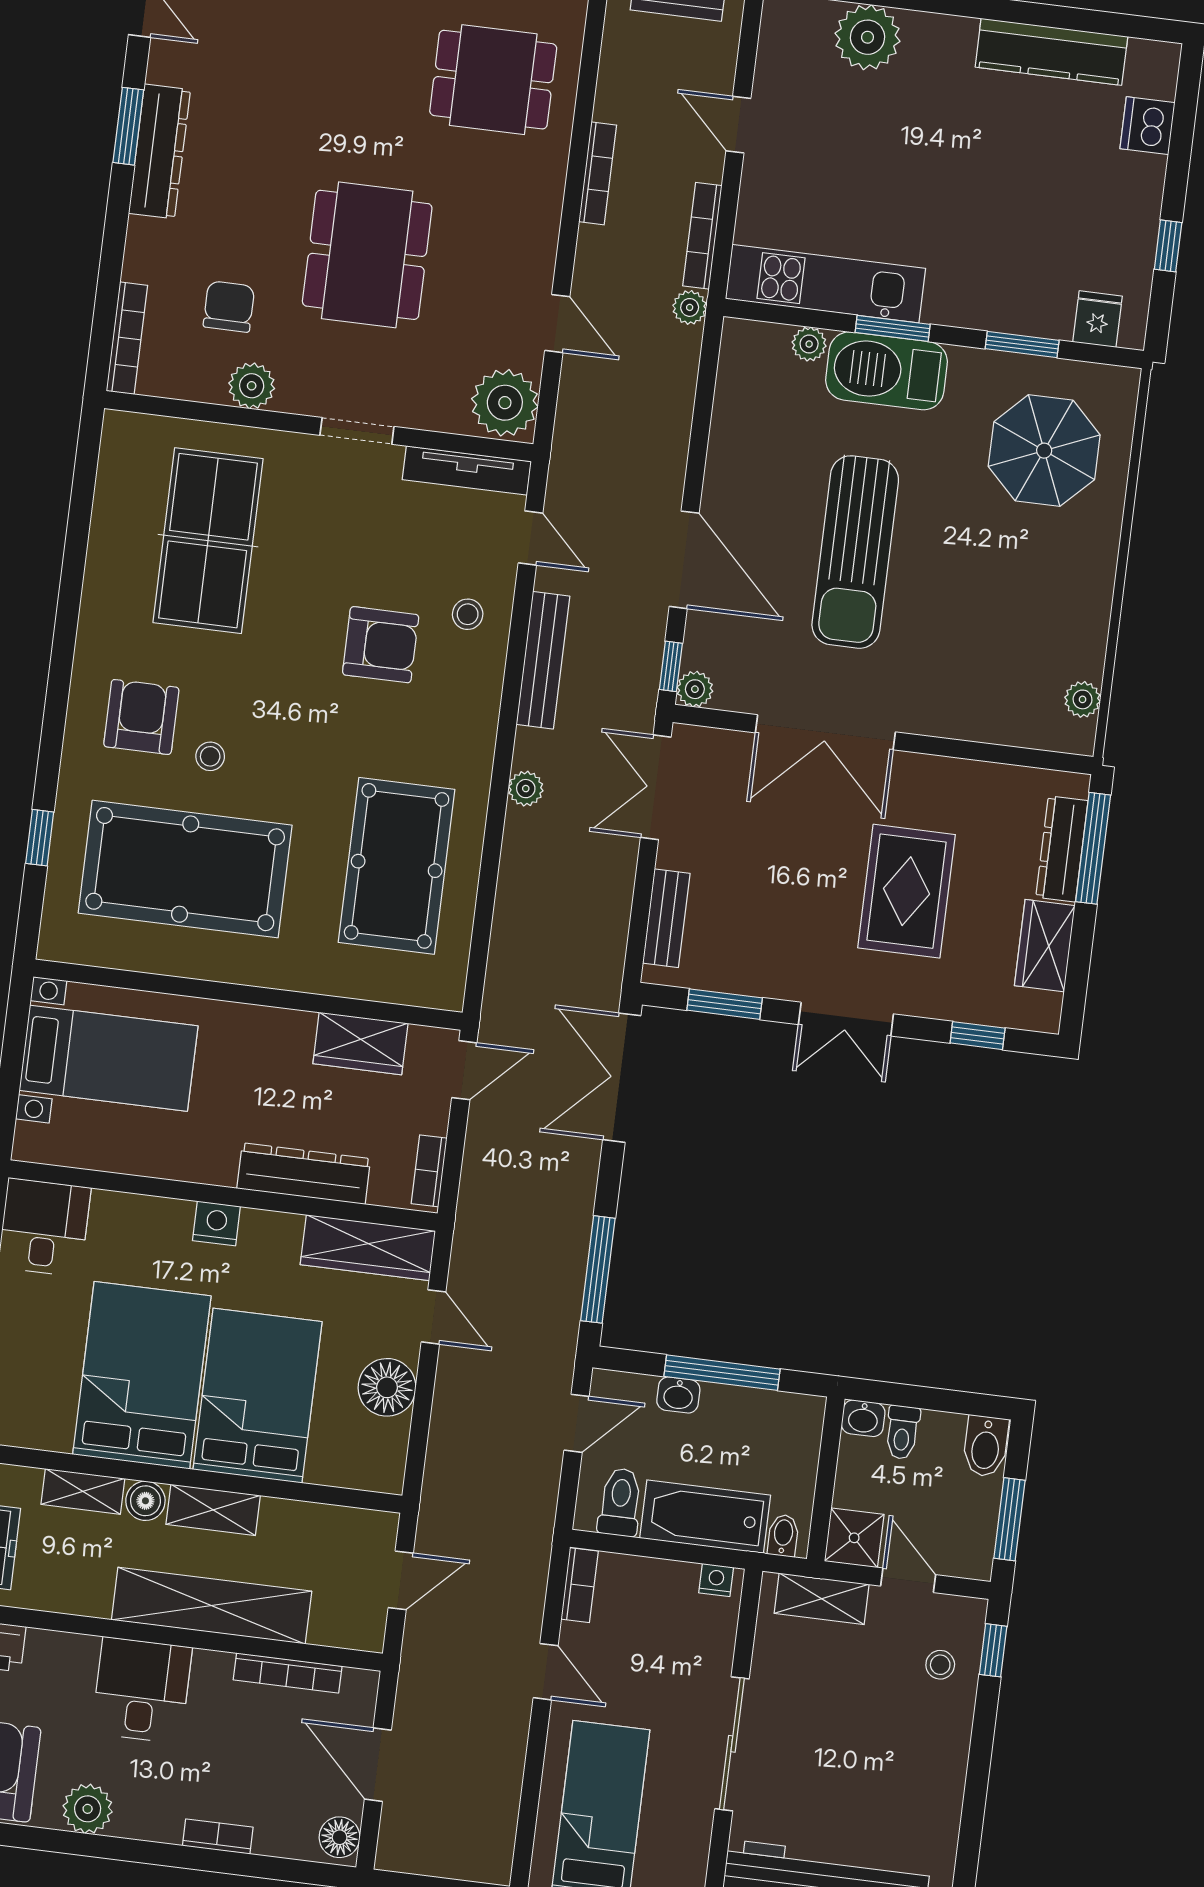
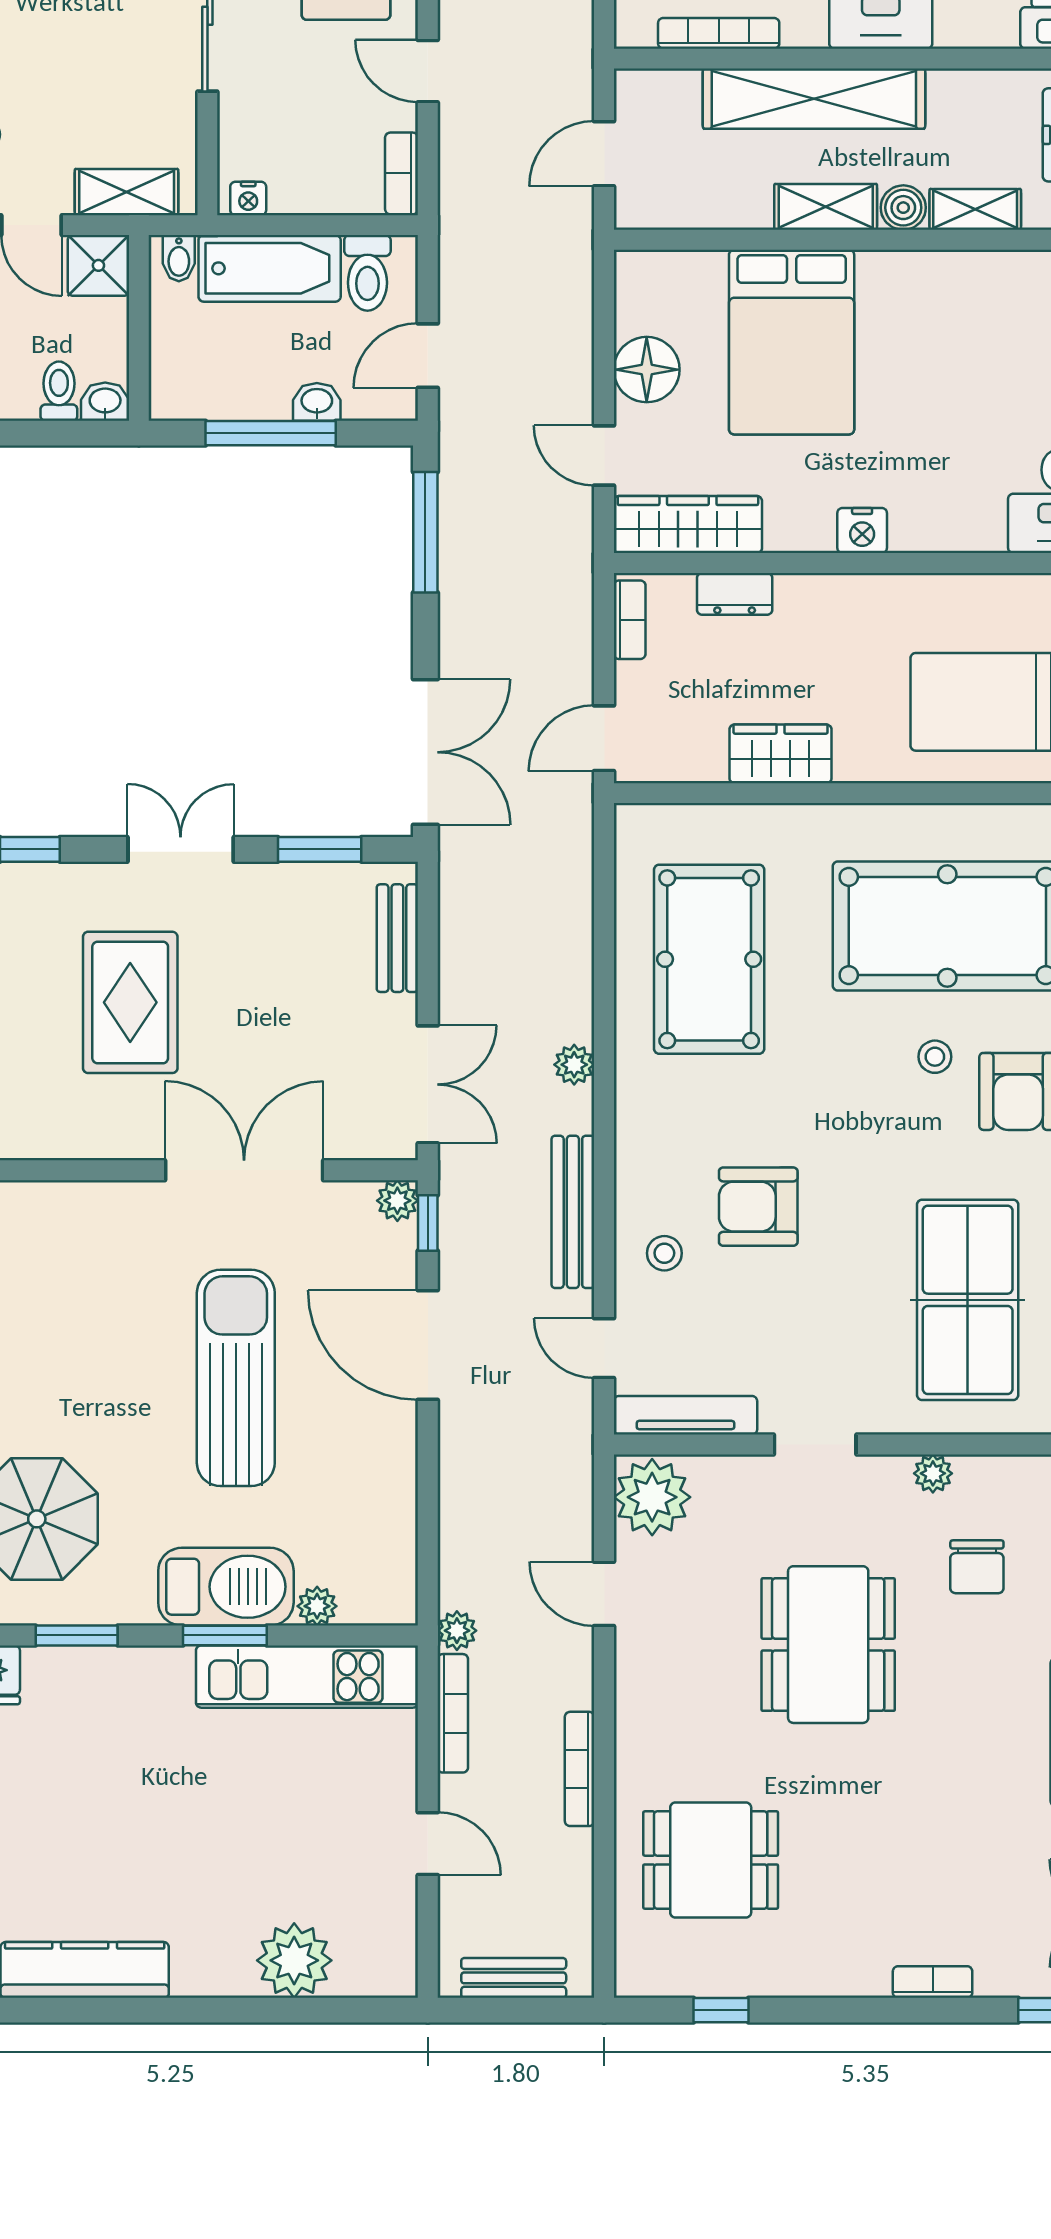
plant: (252, 386) -> (933, 1473), width x0.73, depth x0.73
wardrobe: (360, 1043) -> (780, 754), moved
dresser: (304, 1174) -> (735, 594), width x0.51, depth x0.80
bed: (142, 1375) -> (925, 349), removed

